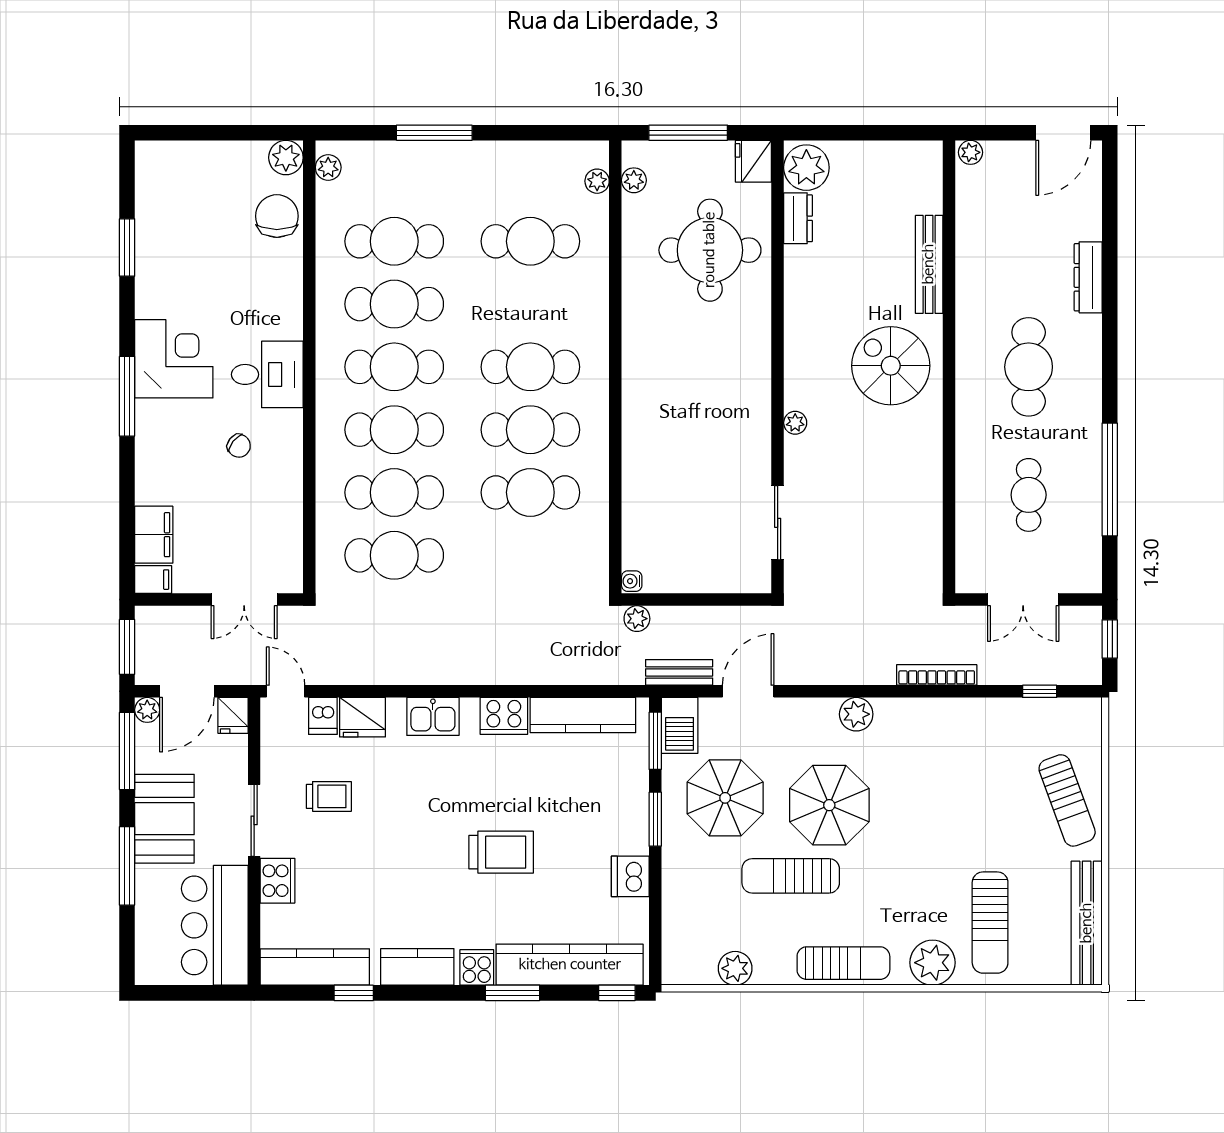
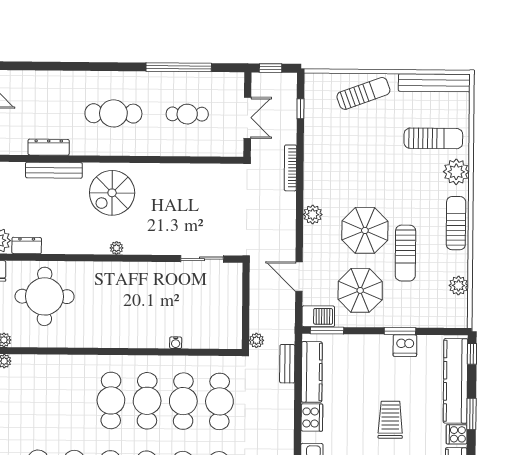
cafe table: (530, 241) -> (219, 401), moved
dresser: (1088, 277) -> (49, 147), moved, turned 180
plant: (795, 423) -> (116, 248), moved
water cooler: (632, 581) -> (176, 343), moved
bench: (679, 672) -> (287, 364), moved
window: (655, 819) -> (400, 331), moved

